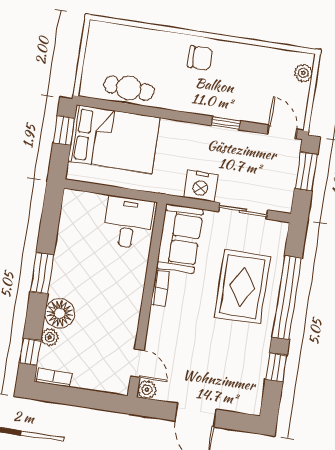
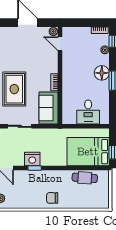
nightstand: (201, 186) -> (32, 159), moved, turned 180
desk: (128, 222) -> (88, 112), moved
floor lamp: (60, 313) -> (102, 73), moved

